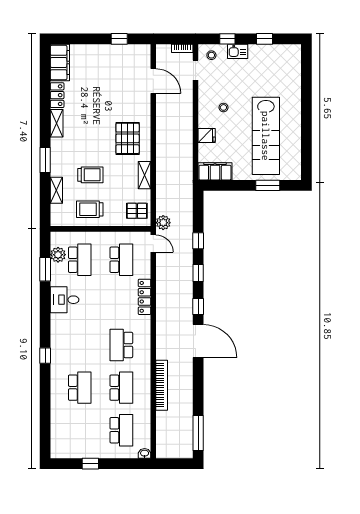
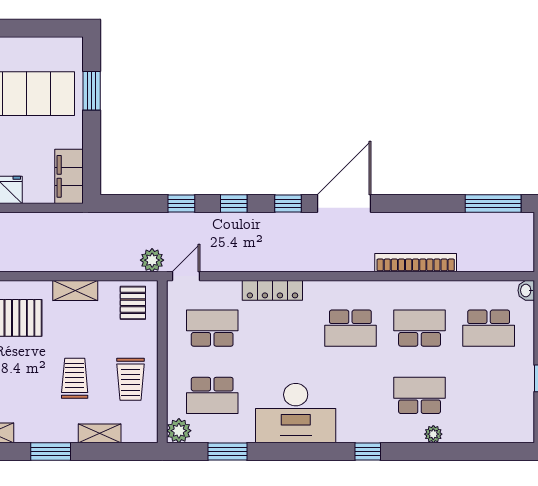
plant: (58, 255) -> (179, 431), moved
school desk: (80, 260) -> (212, 395), turned 180
desk: (65, 300) -> (296, 413), width x1.87, depth x1.30
plant: (56, 396) -> (433, 434), added
school desk: (121, 430) -> (489, 328), turned 180

